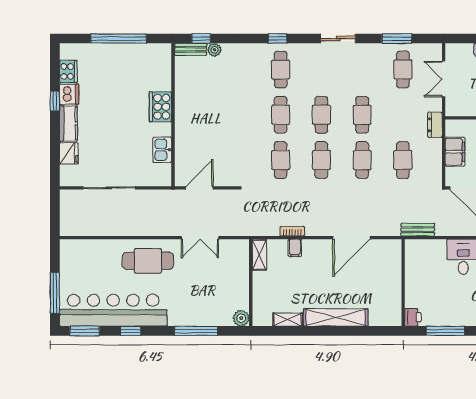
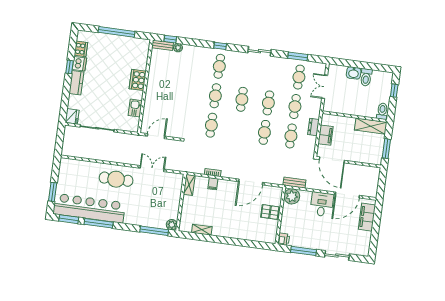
dresser: (435, 125) -> (313, 127), moved
fridge: (69, 153) -> (72, 116), moved
cafe table: (321, 160) -> (295, 107), moved
double door: (200, 238) -> (152, 169), swing flipped
plant: (417, 251) -> (292, 196), added
pallet: (387, 279) -> (270, 212), added
window: (55, 293) -> (53, 192), width x0.69
shelving: (336, 317) -> (233, 233), removed
window: (130, 331) -> (99, 223), width x2.17
window: (196, 331) -> (154, 231), moved

